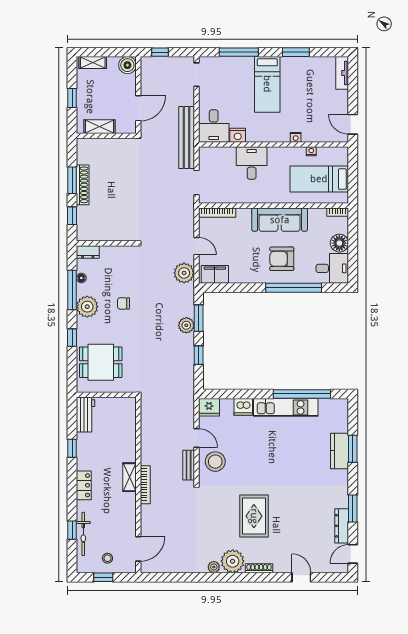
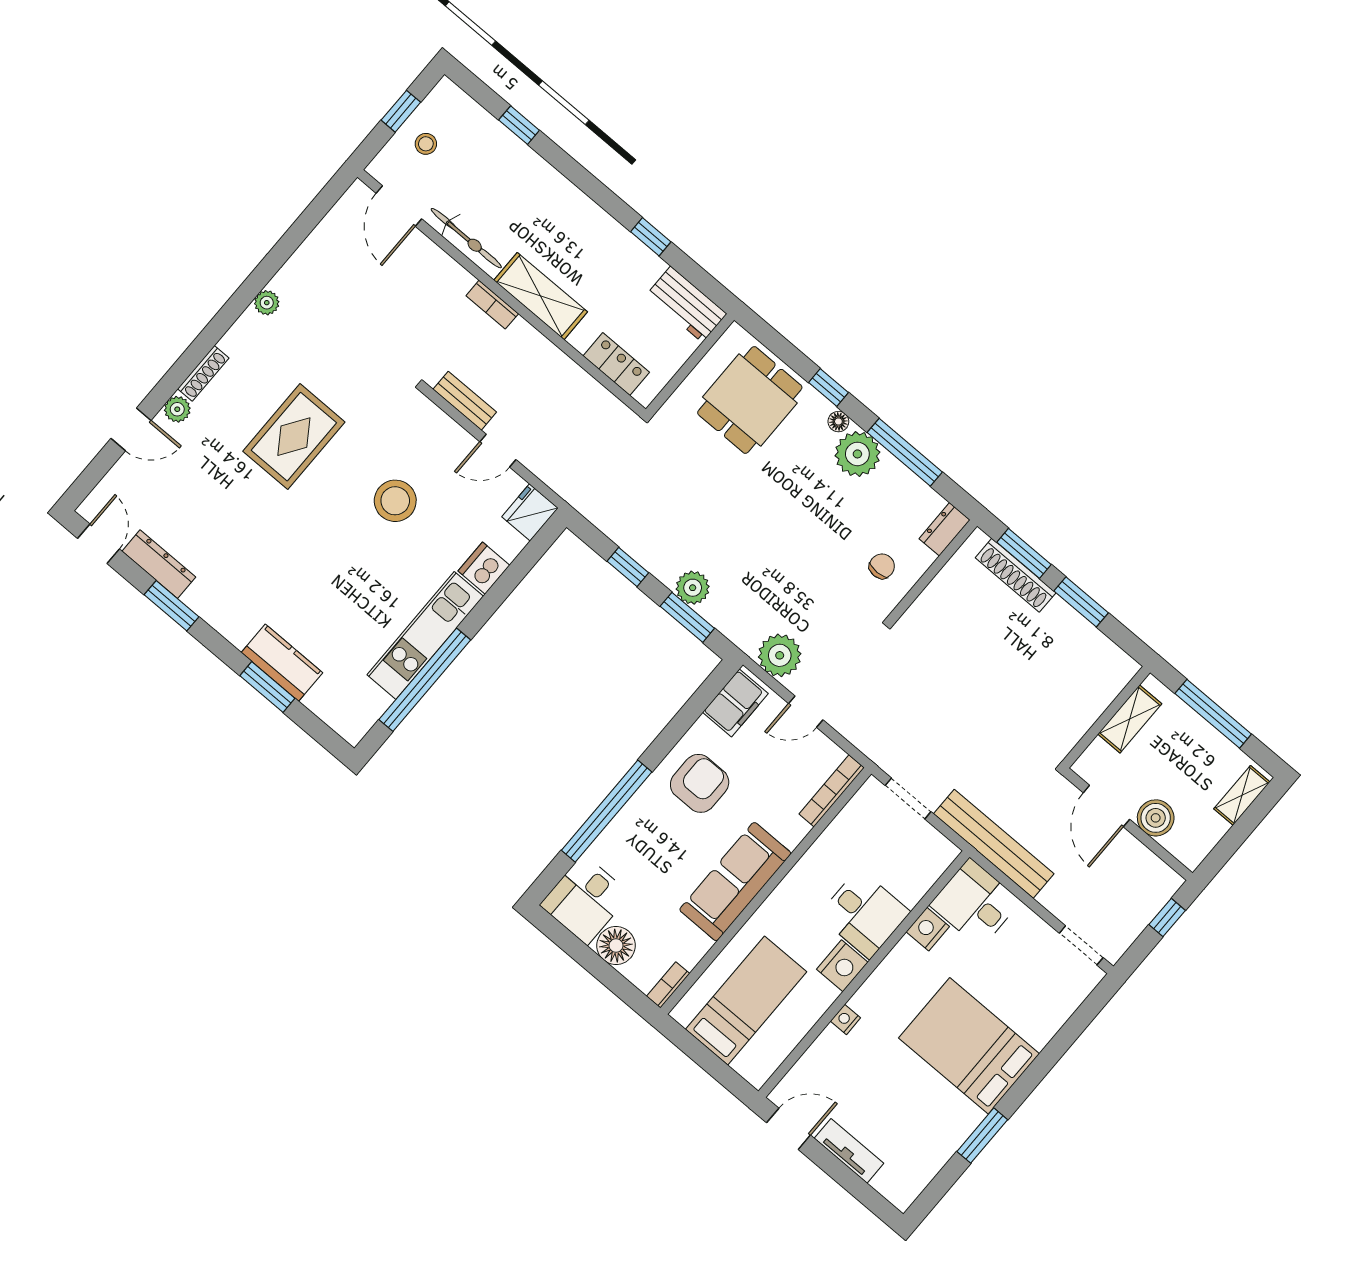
window: (239, 52) -> (1060, 1044), removed
boiler: (127, 65) -> (1156, 818), moved
tv unit: (342, 73) -> (849, 1151), moved
bed: (267, 84) -> (969, 1046), width x1.50
window: (72, 98) -> (1213, 714), width x2.17
nightstand: (311, 151) -> (842, 966), moved, width x1.89, depth x1.79
shoe rack: (83, 185) -> (1016, 575), moved
window: (72, 216) -> (1024, 553), width x1.50
armchair: (282, 259) -> (700, 783), moved
floor lamp: (81, 278) -> (838, 422), moved
chair: (123, 303) -> (882, 566), moved
stool: (215, 462) -> (395, 501), moved
shelving: (130, 477) -> (541, 296), width x1.50, depth x1.33
locker: (84, 485) -> (616, 364), moved, turned 180
bookcase: (145, 485) -> (492, 305), width x0.64
rug: (254, 516) -> (294, 437), turned 90
bicycle: (83, 534) -> (466, 238), moved, turned 180
plant: (233, 561) -> (177, 409), moved, width x0.53, depth x0.53

